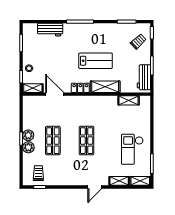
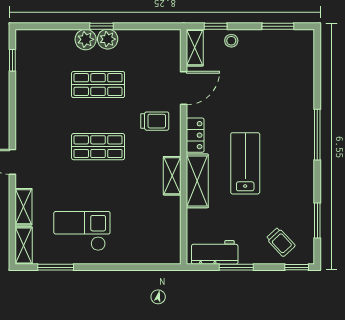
workbench: (50, 30) -> (303, 79), removed
lab bench: (96, 61) -> (245, 163), turned 180
shelving: (129, 100) -> (172, 176), moved
trolley: (38, 173) -> (155, 121), moved

